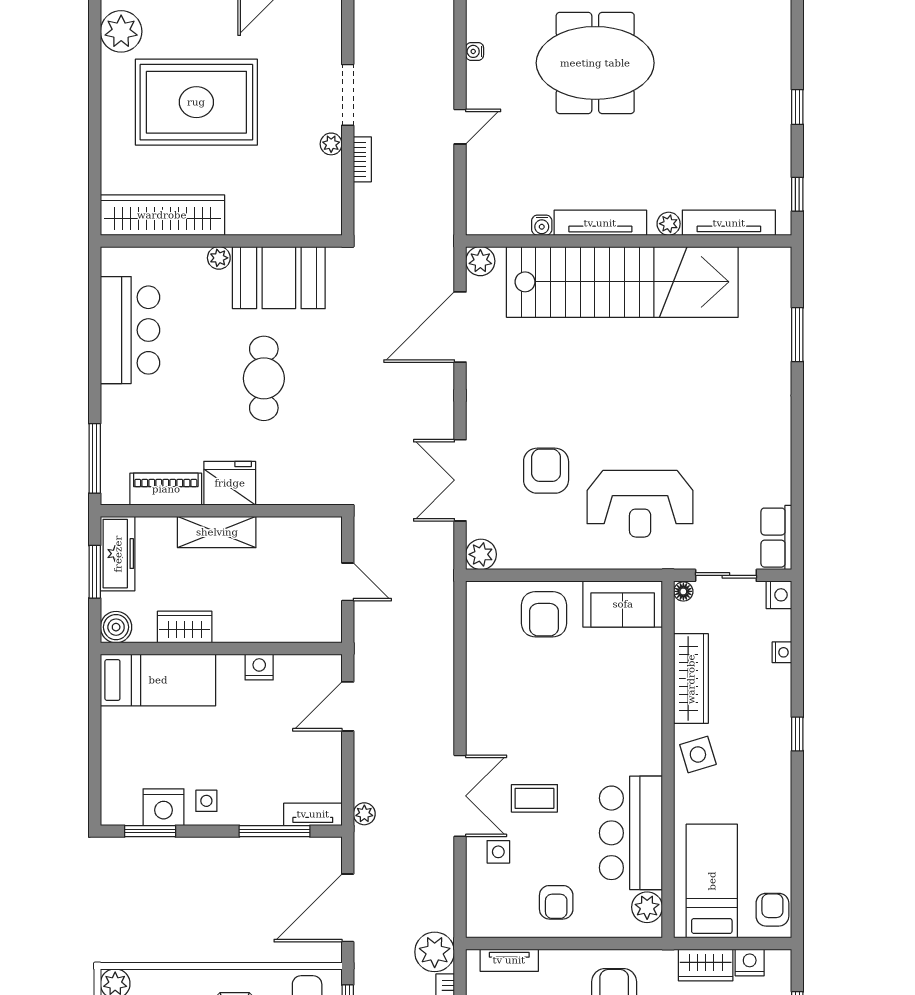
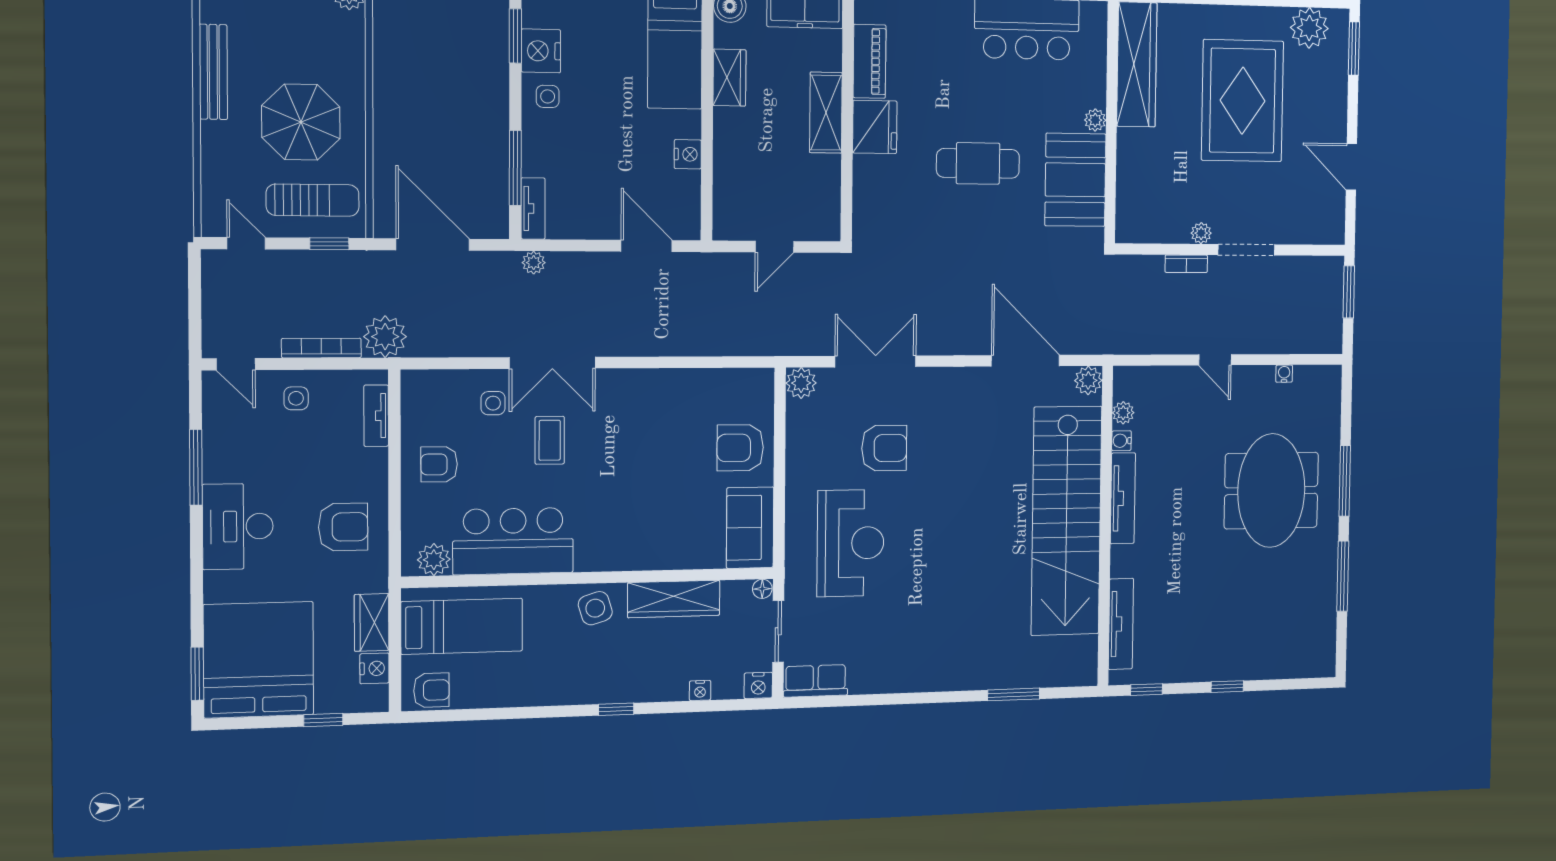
plant: (669, 224) -> (1123, 413), moved
reception desk: (640, 504) -> (851, 543), turned 180

